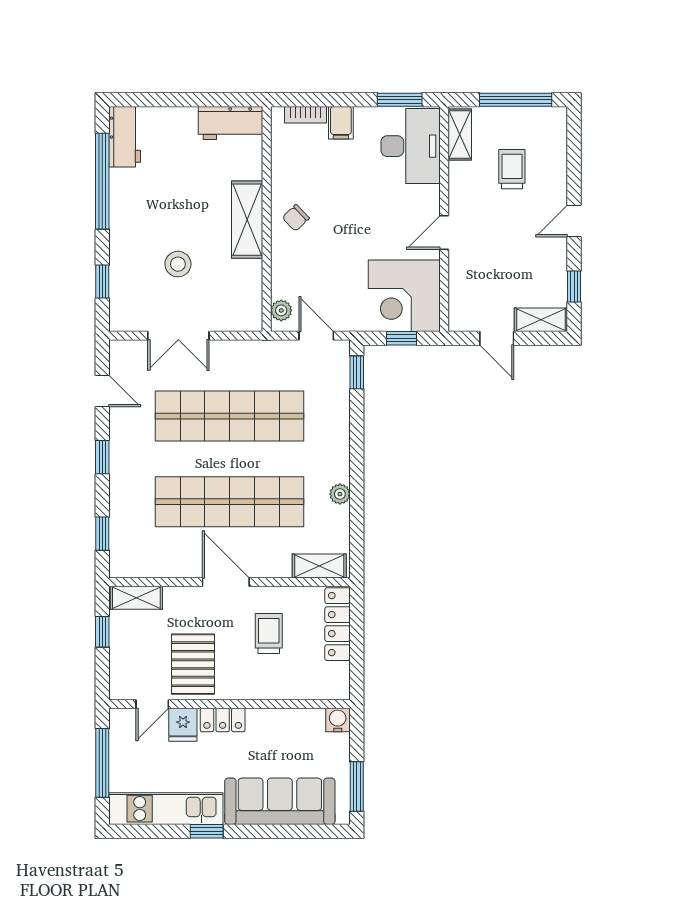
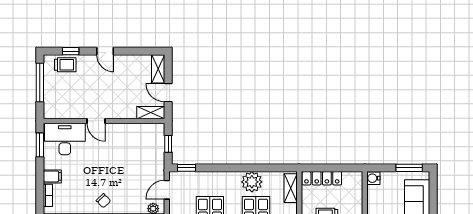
shelving: (460, 135) -> (151, 113), moved
trolley: (512, 169) -> (65, 65), moved, turned 180
door: (444, 233) -> (96, 121), moved
window: (574, 286) -> (71, 51), moved
corner desk: (404, 296) -> (145, 142), removed
door: (497, 338) -> (168, 93), swing flipped
plant: (340, 494) -> (252, 182), width x1.88, depth x1.88

